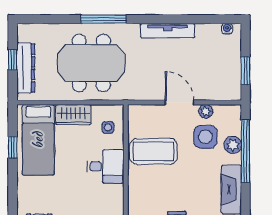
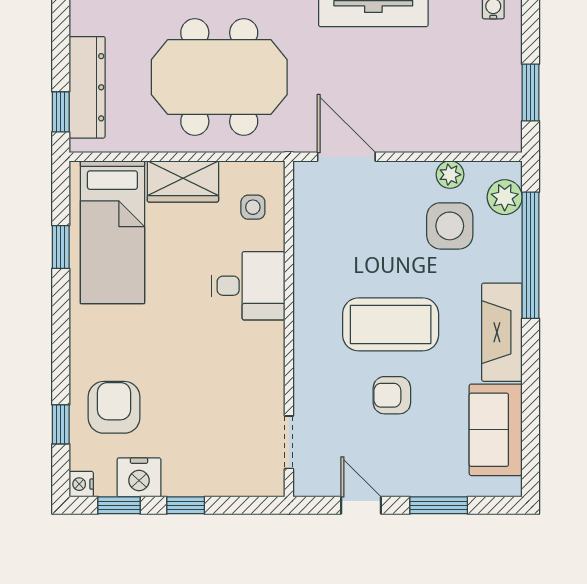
window: (13, 60) -> (61, 112), moved
door: (180, 102) -> (346, 157), moved
plant: (233, 145) -> (505, 197), moved
coffee table: (153, 151) -> (391, 324), moved

